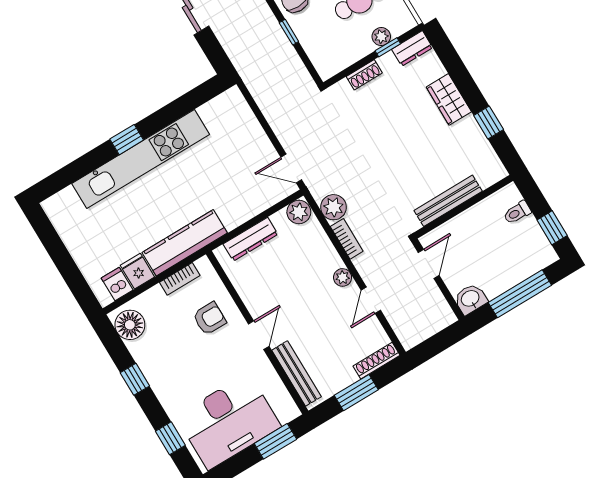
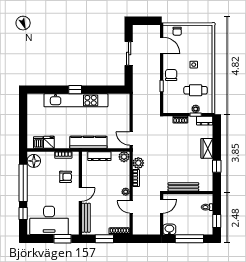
kitchen counter: (185, 243) -> (88, 142), moved
door: (371, 300) -> (131, 207), hinge flipped
window: (135, 379) -> (23, 183), width x3.17

